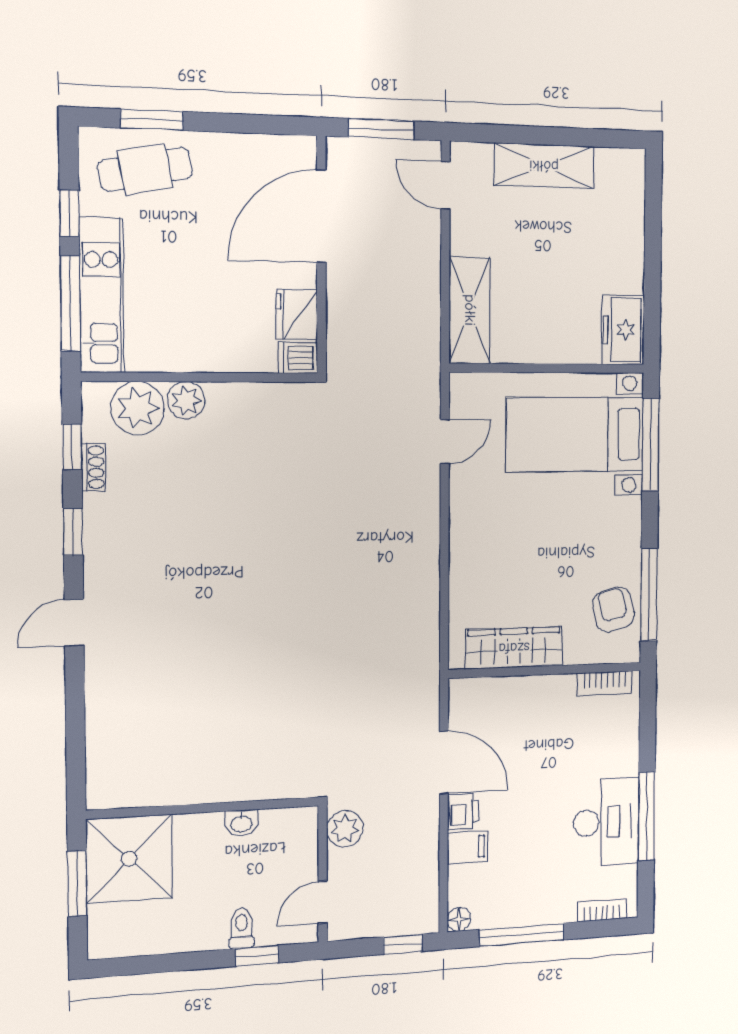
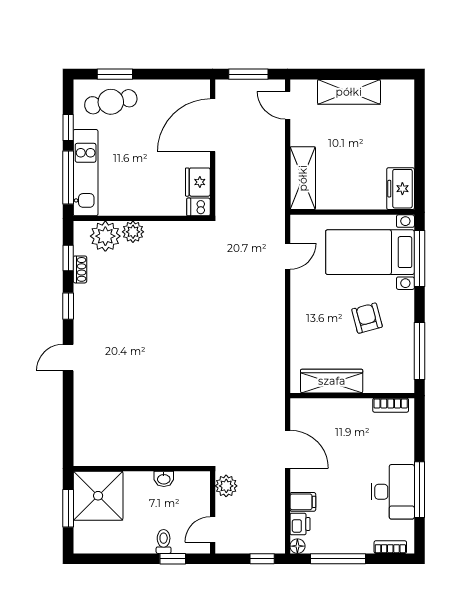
armchair: (613, 609) -> (367, 318), moved
printer: (463, 811) -> (300, 524), moved

